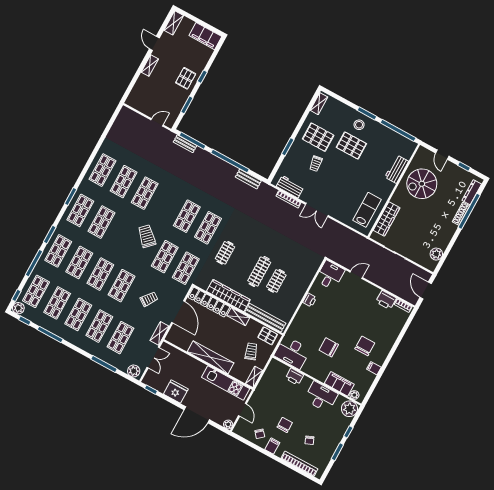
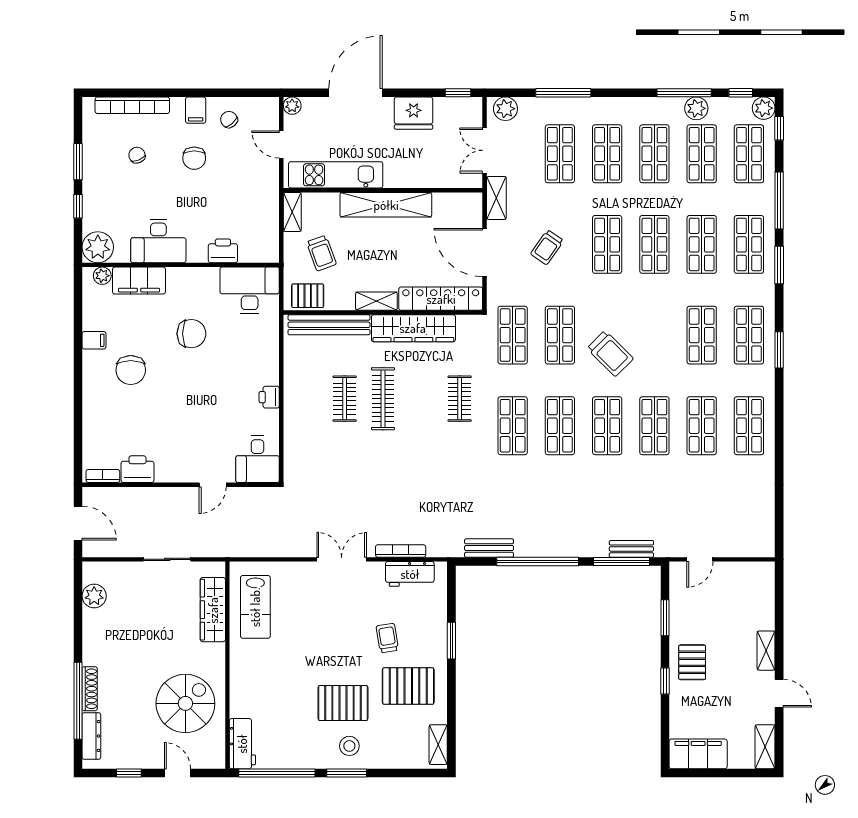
workbench: (397, 169) -> (242, 744), moved
shop shelf: (166, 205) -> (607, 426), added
plant: (48, 325) -> (696, 108), added

